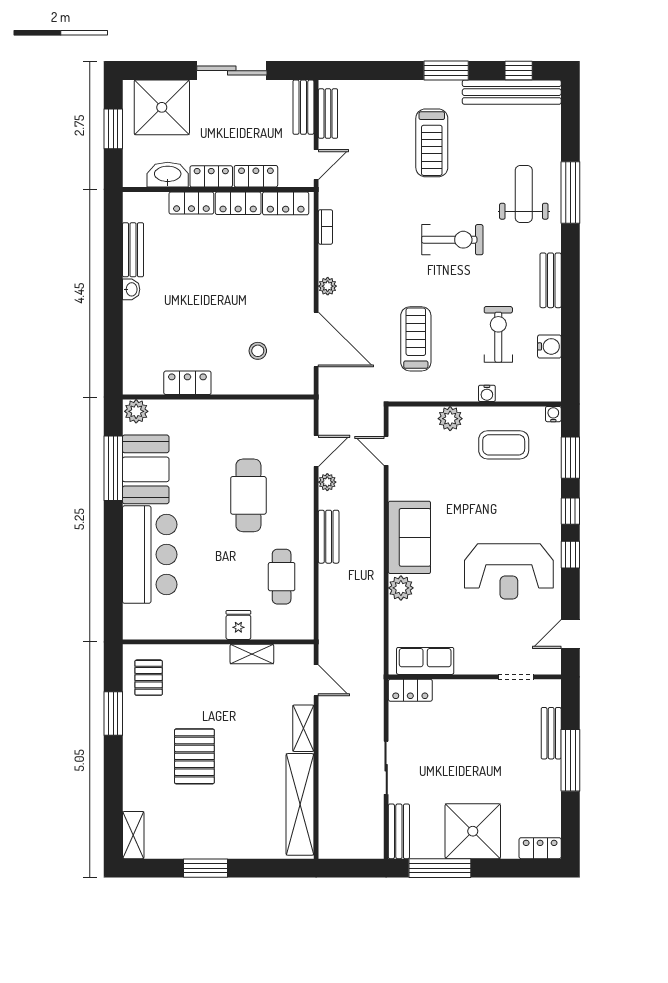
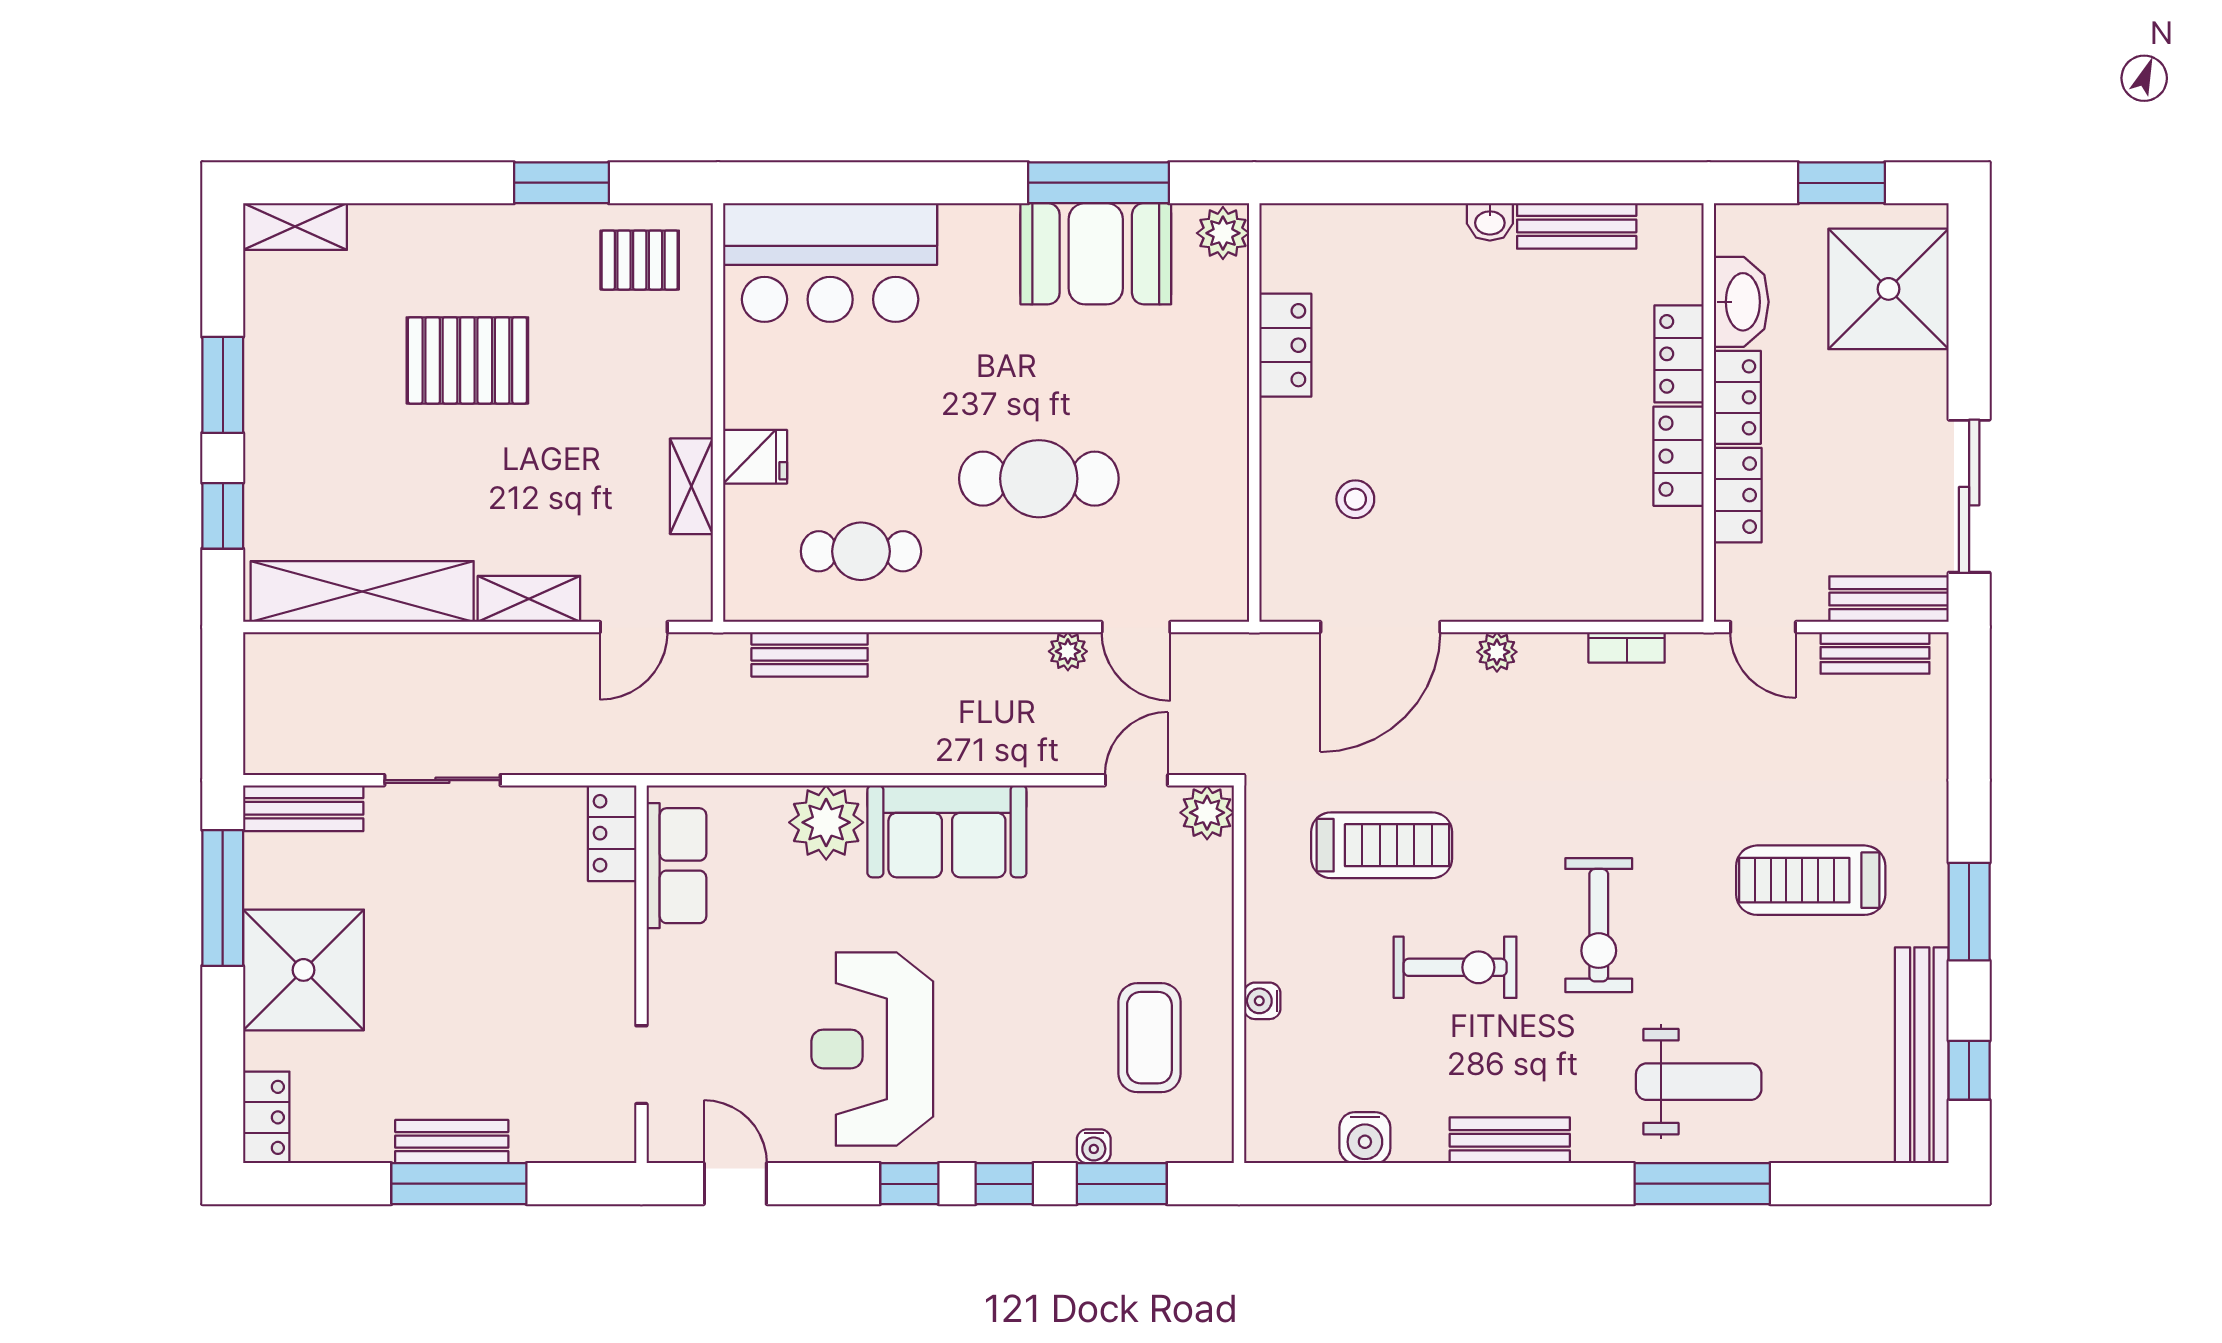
sliding door: (232, 71) -> (1969, 496), moved
locker: (286, 203) -> (1678, 560), removed
exercise bike: (498, 334) -> (1455, 967), moved
water cooler: (553, 414) -> (1094, 1146), moved, turned 90
plant: (450, 419) -> (1207, 813), moved
bench: (329, 537) -> (810, 654), moved
bar counter: (150, 555) -> (830, 263), moved
plant: (401, 588) -> (826, 822), width x1.36, depth x1.36
bench: (551, 733) -> (452, 1142), moved
window: (265, 868) -> (223, 516), added

